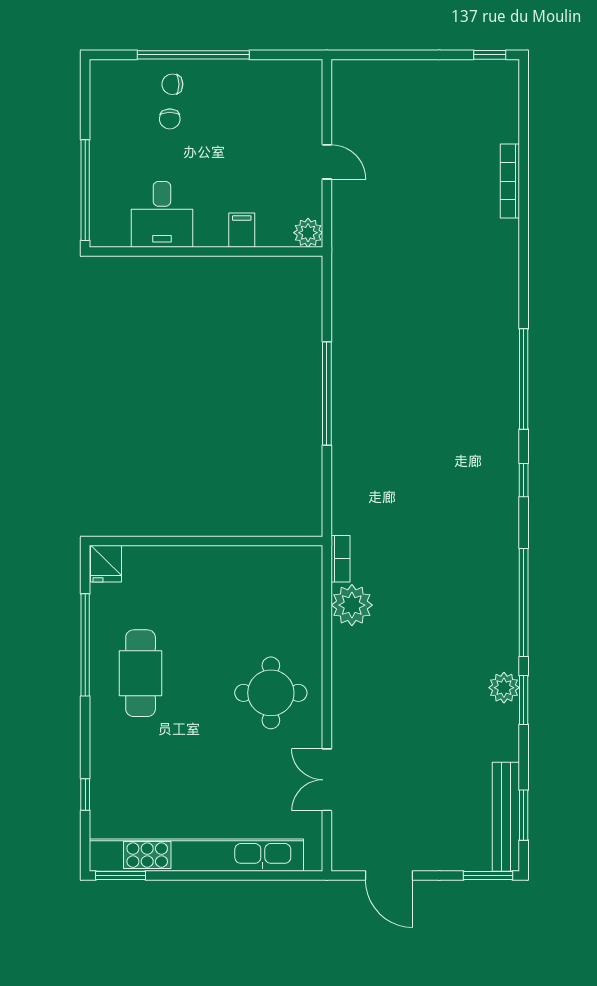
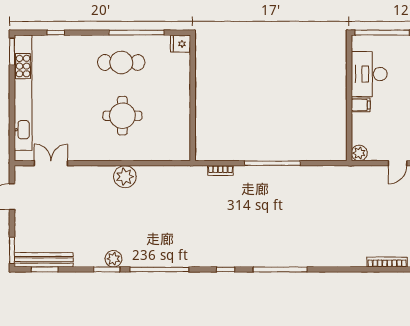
desk: (162, 214) -> (369, 74), width x1.37
filing cabinet: (242, 230) -> (361, 105), moved
bookcase: (340, 559) -> (220, 170), moved
plant: (352, 605) -> (125, 177), moved
round table: (271, 693) -> (122, 116), moved
double door: (327, 780) -> (51, 163), moved

